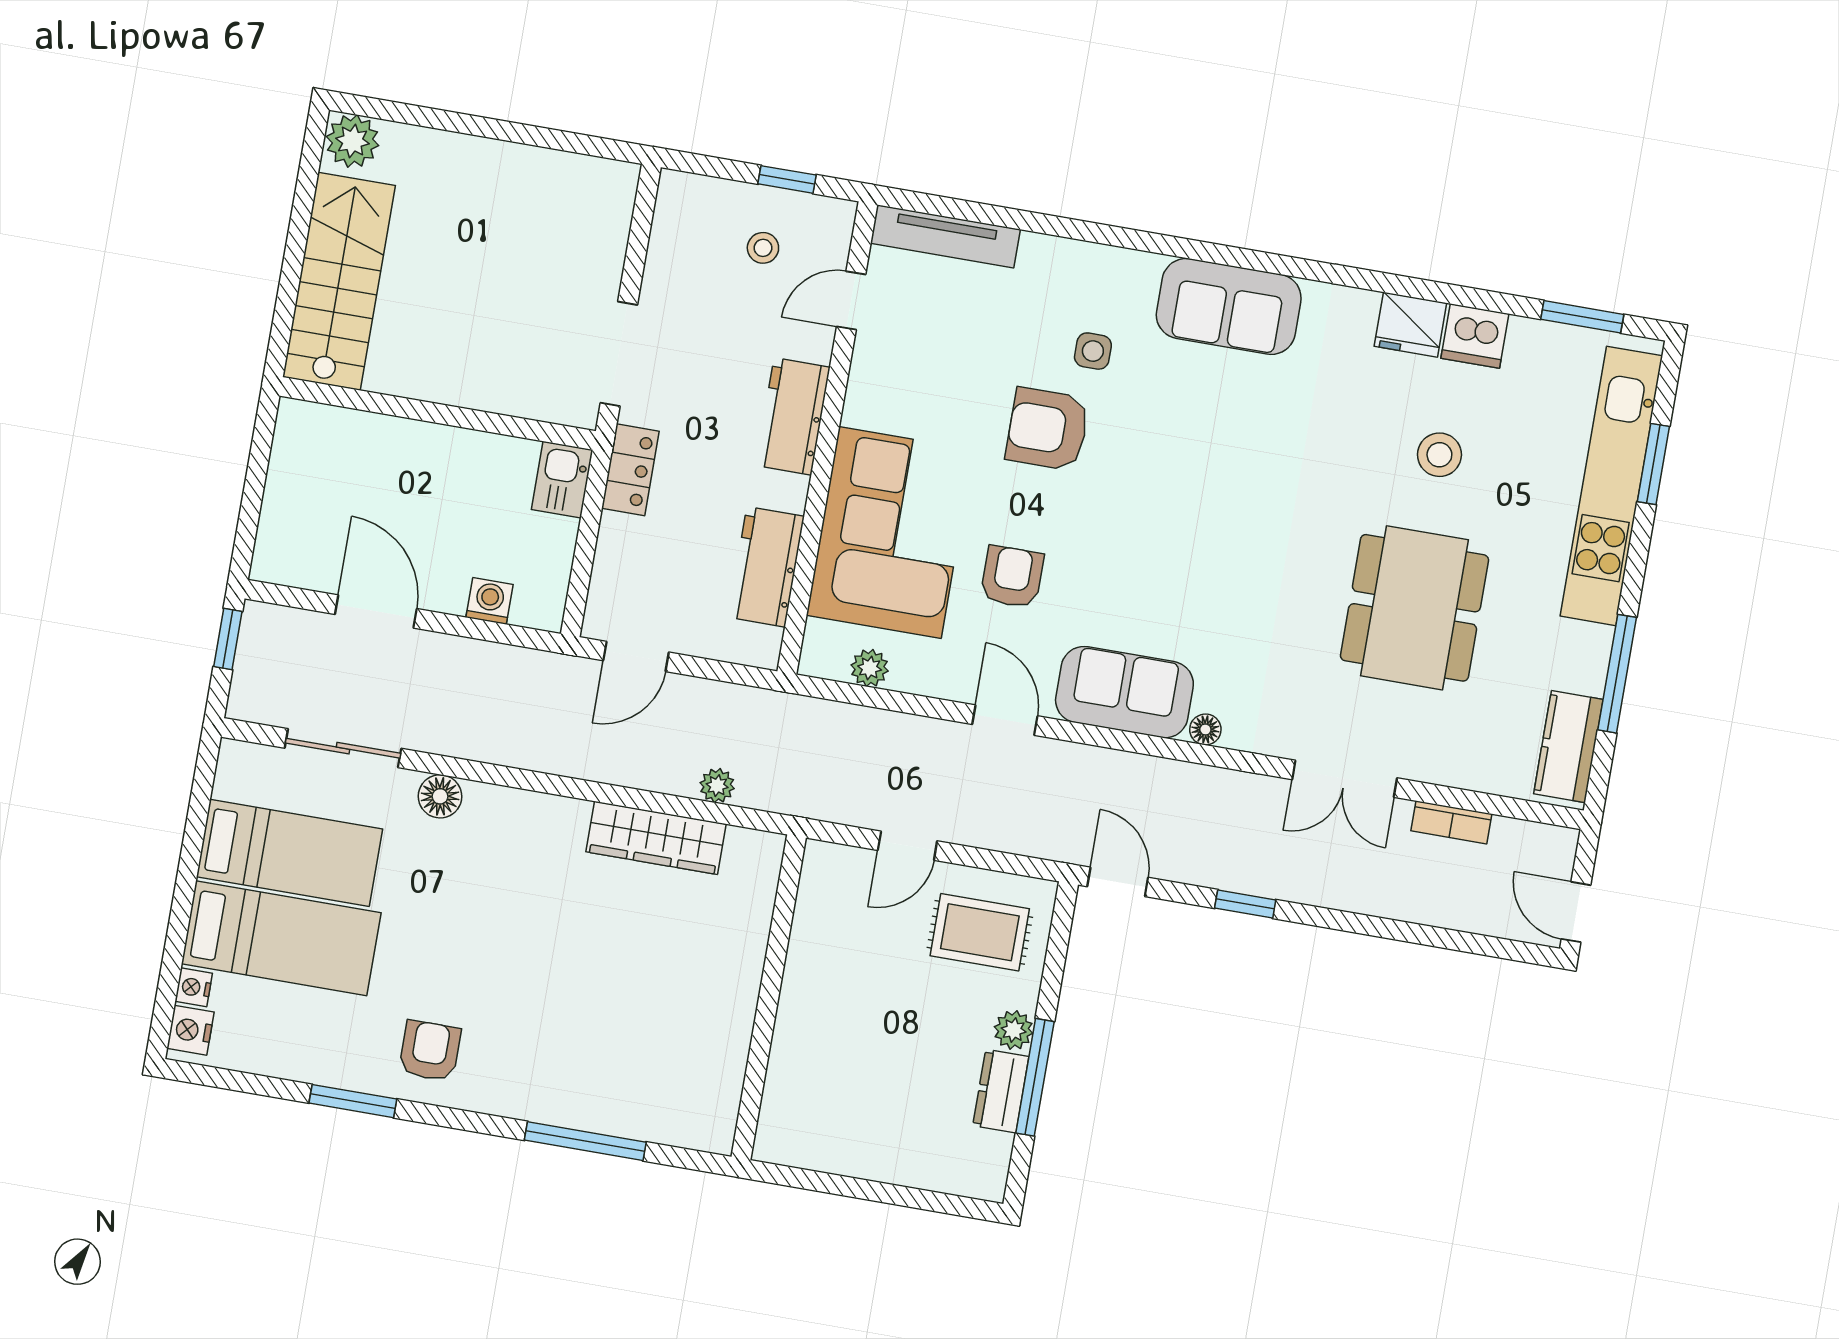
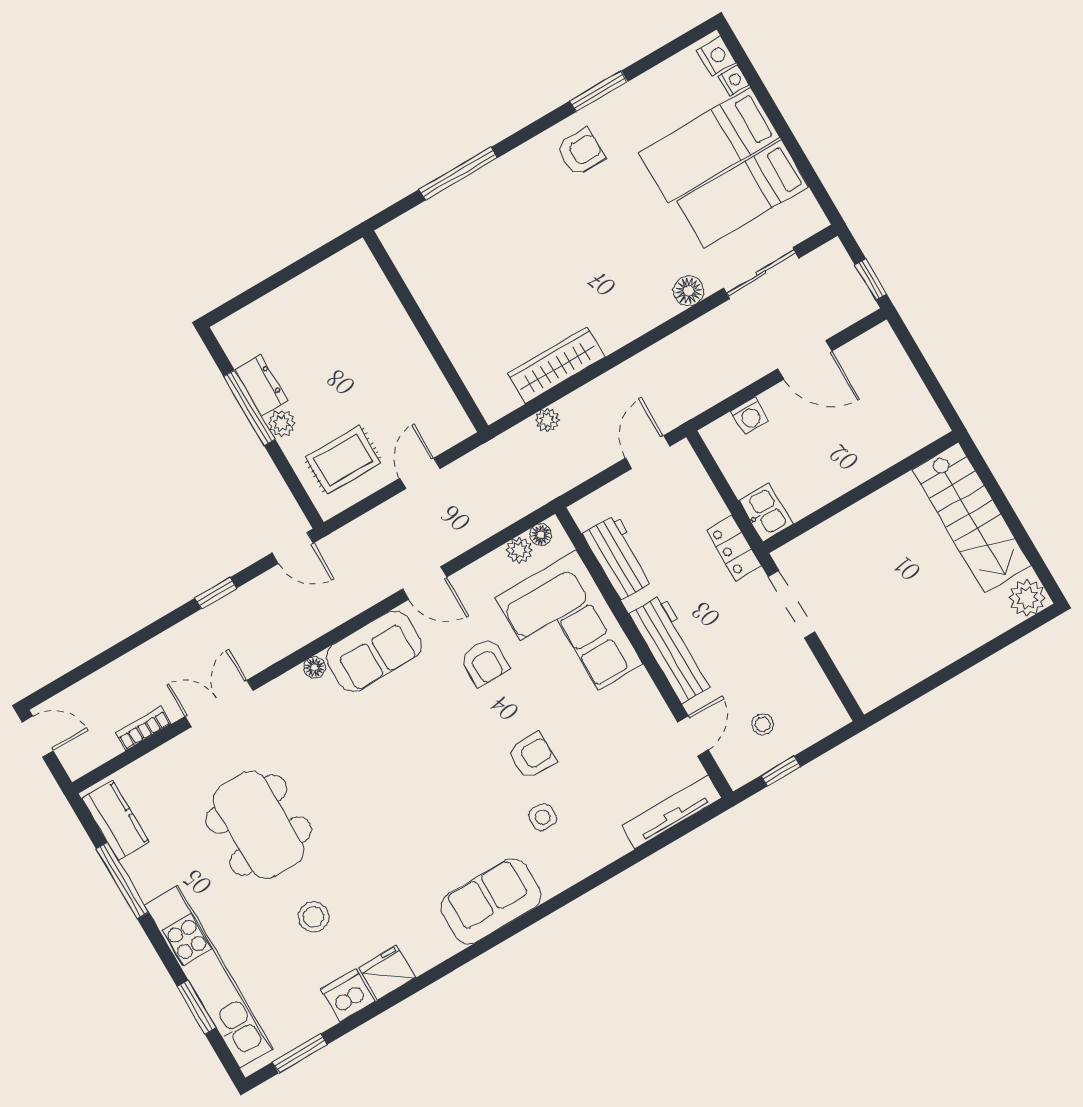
workbench: (793, 416) -> (672, 649), width x1.38
armchair: (1048, 429) -> (532, 756), width x0.72, depth x0.72
floor lamp: (831, 665) -> (541, 535), added
armchair: (430, 1051) -> (580, 152), turned -90

